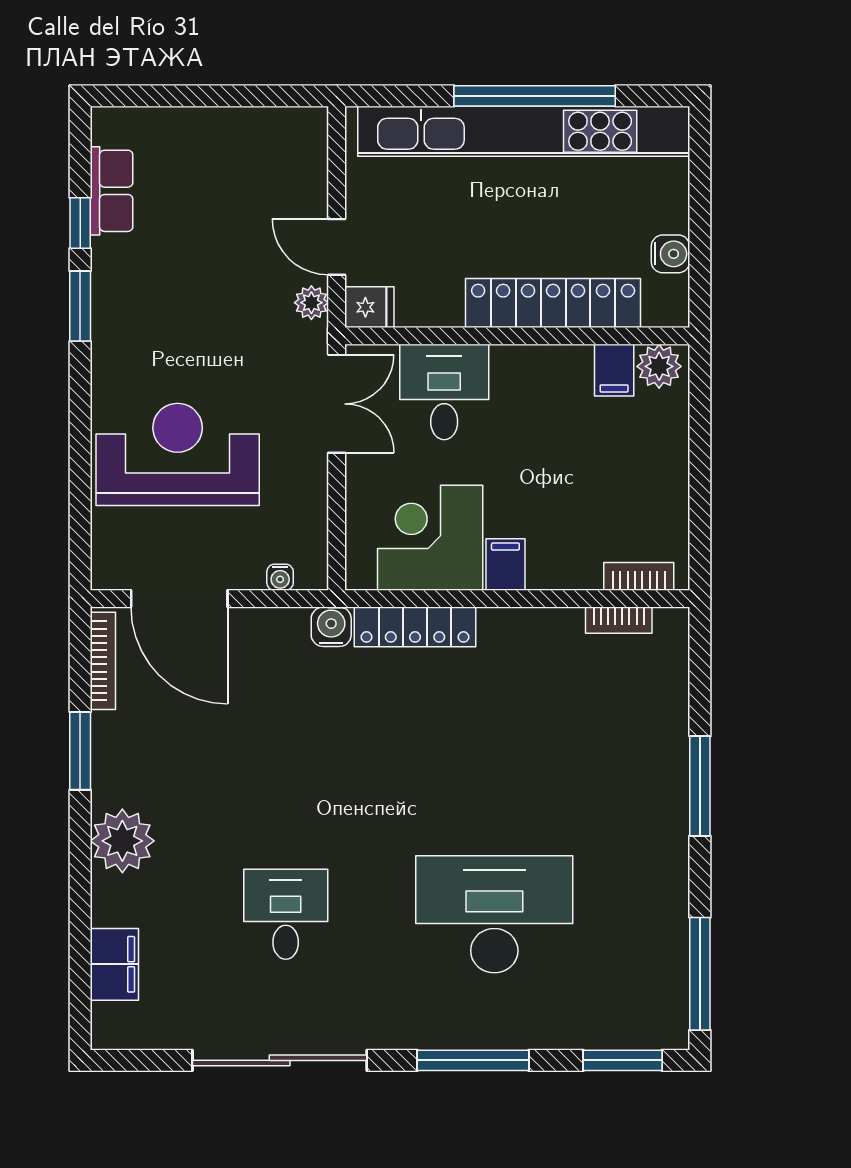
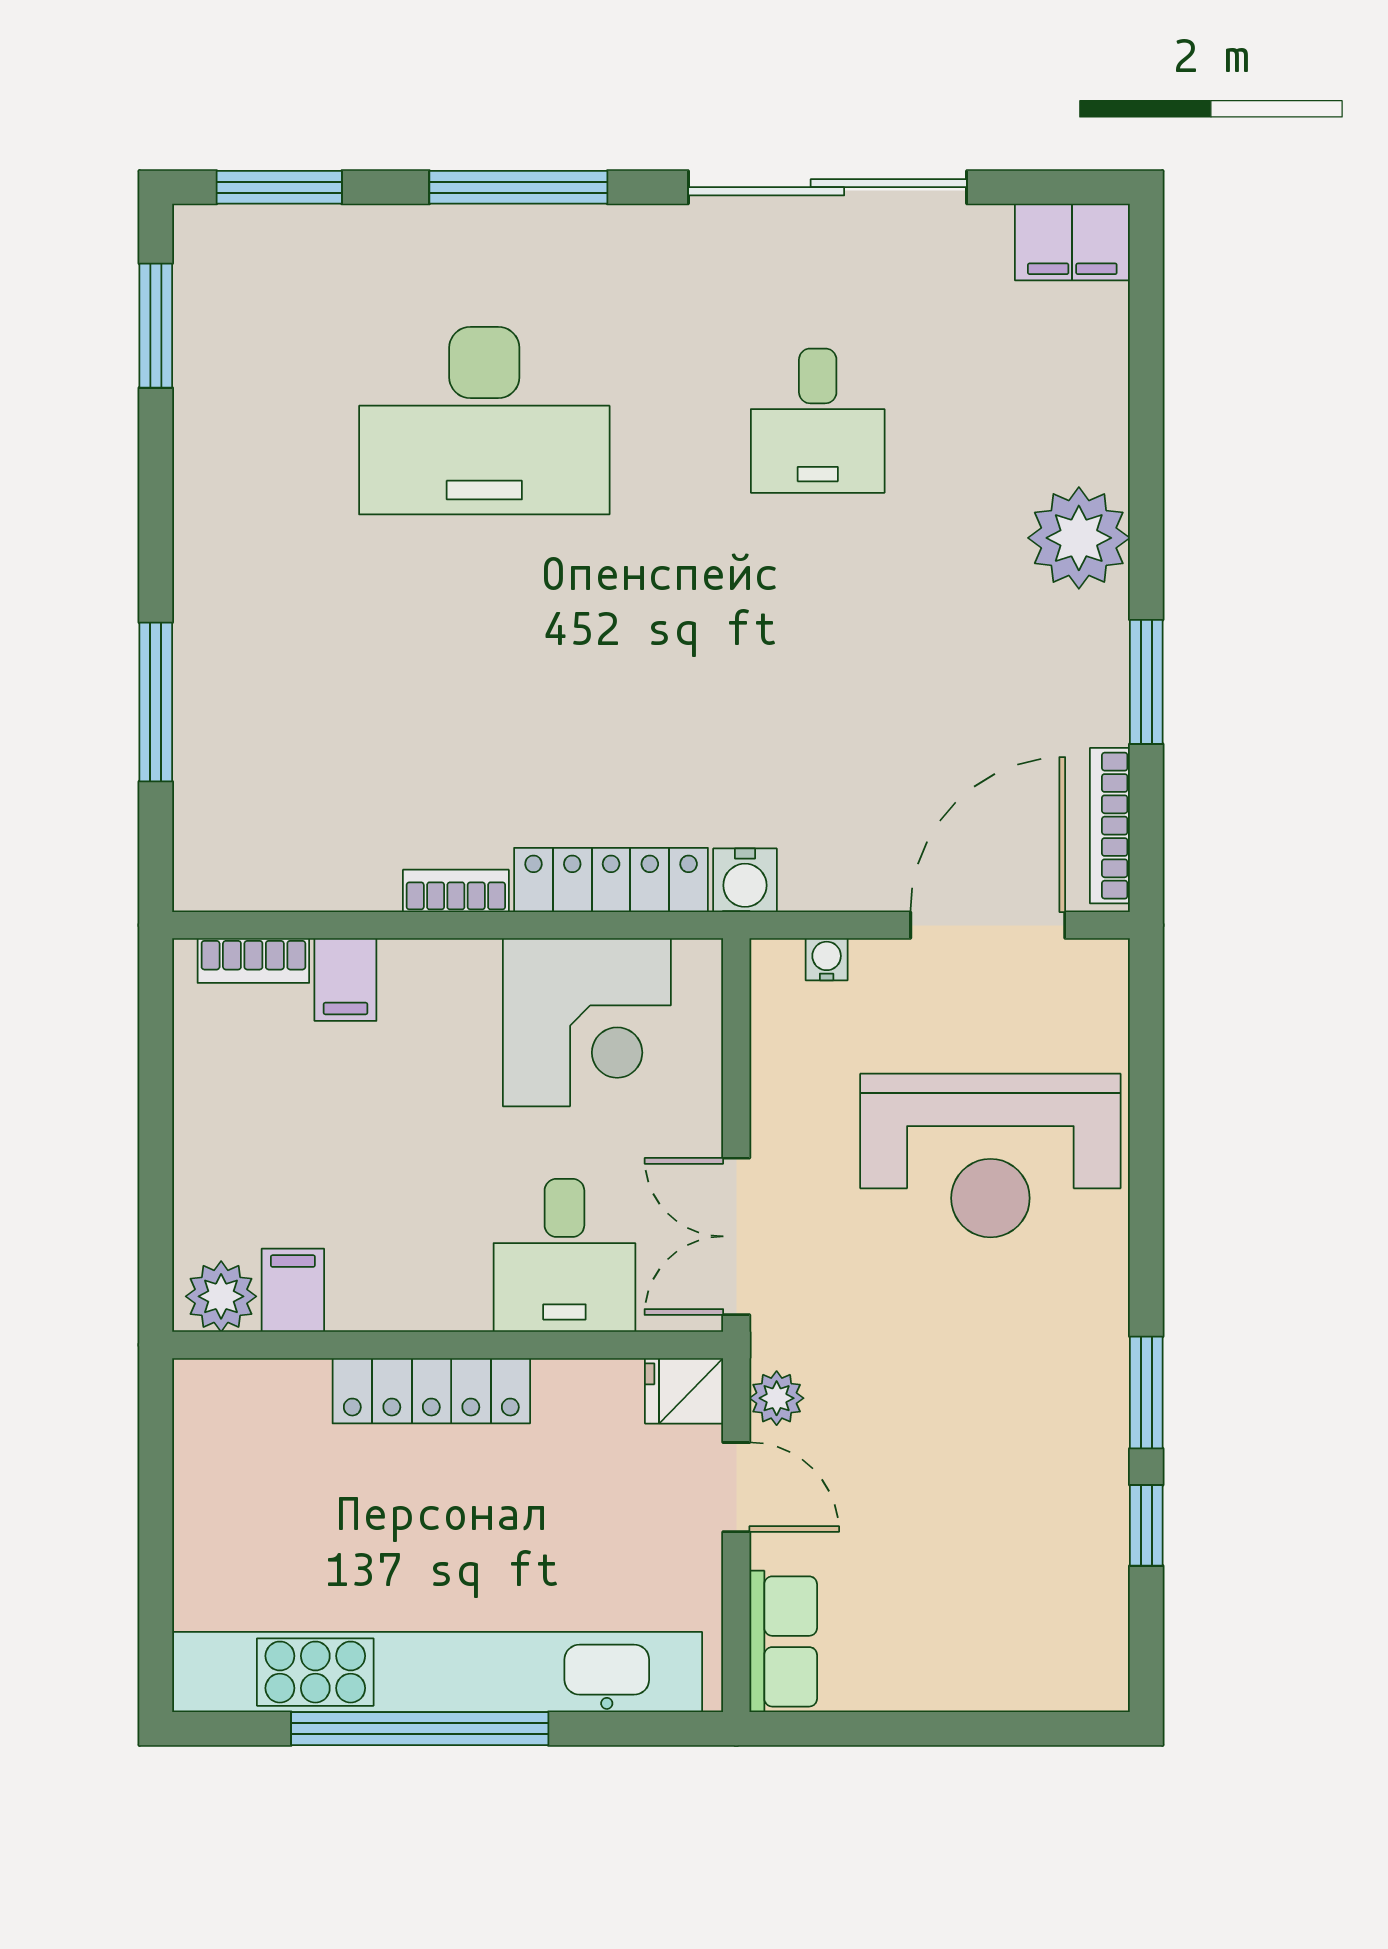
row of seats: (112, 191) -> (783, 1641), moved, turned 180
water cooler: (671, 254) -> (203, 1476), removed
locker: (553, 303) -> (431, 1391), width x0.71, depth x0.83
filing cabinet: (505, 565) -> (345, 980), moved
door: (179, 599) -> (988, 925), hinge flipped
bookcase: (619, 620) -> (456, 891), moved
window: (700, 786) -> (156, 702), moved
filing cabinet: (114, 964) -> (1072, 242), moved, turned -90
window: (700, 974) -> (156, 326), width x0.69

